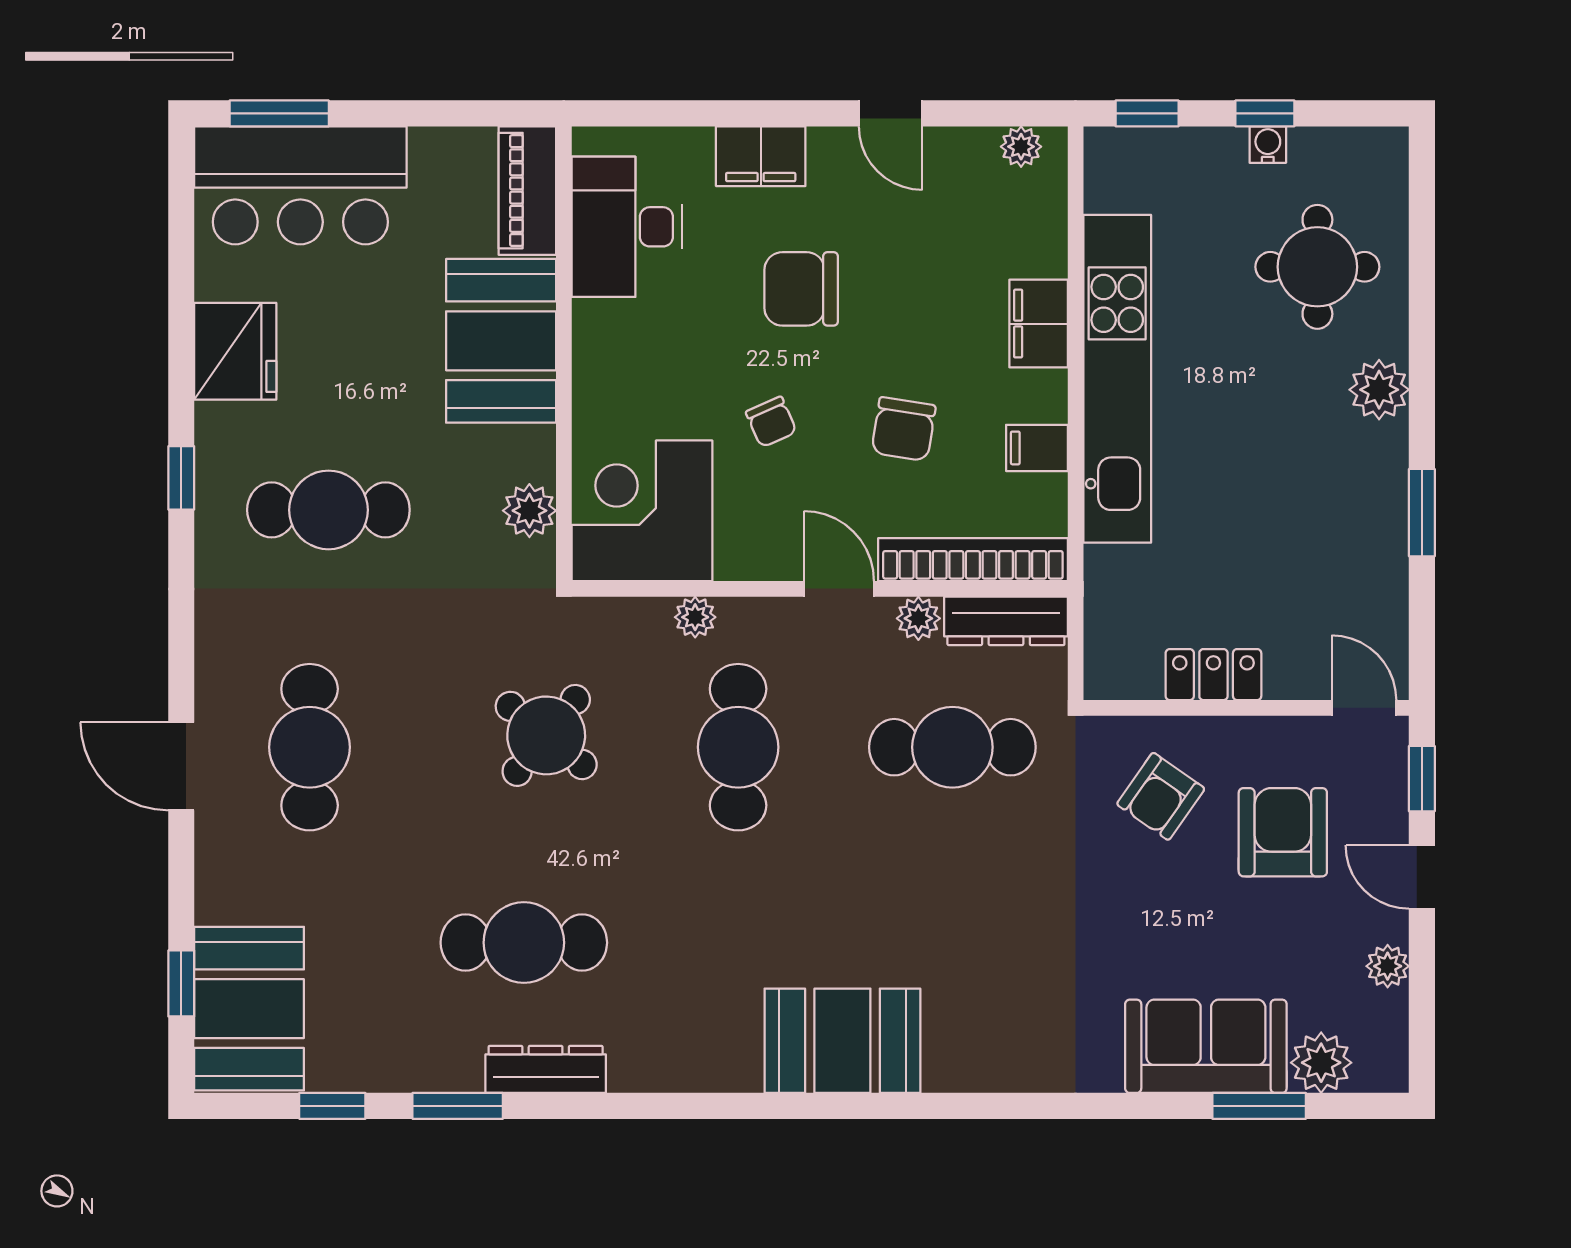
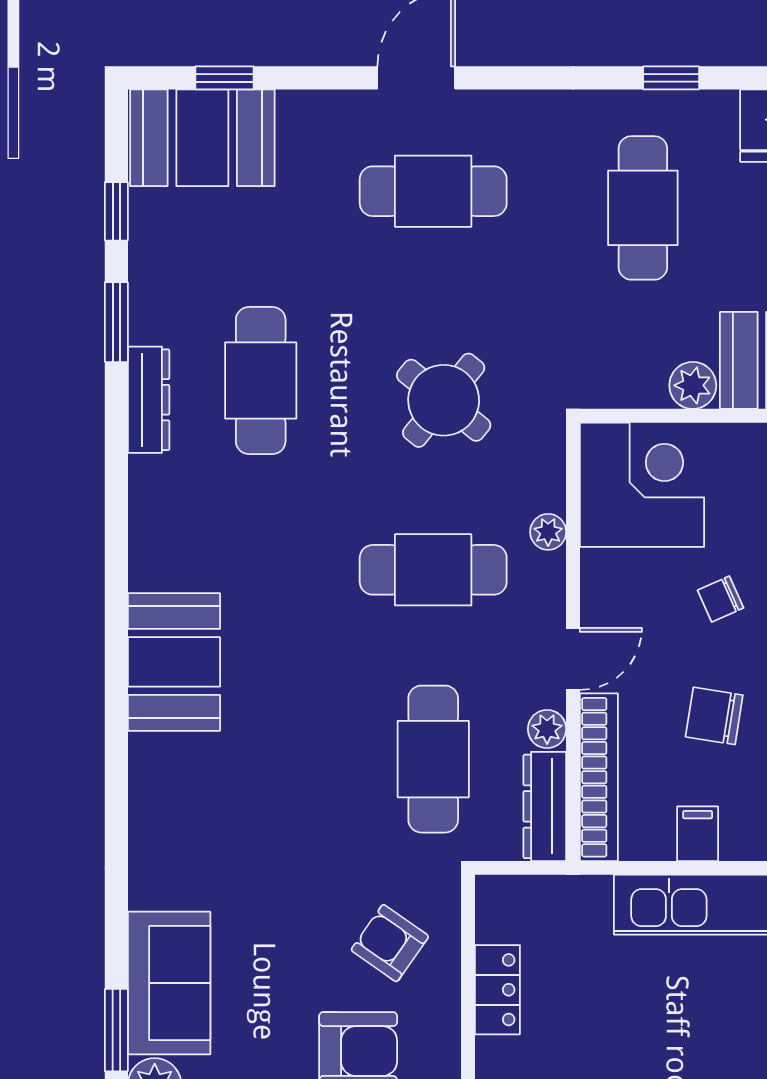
plant: (529, 511) -> (693, 385), moved

